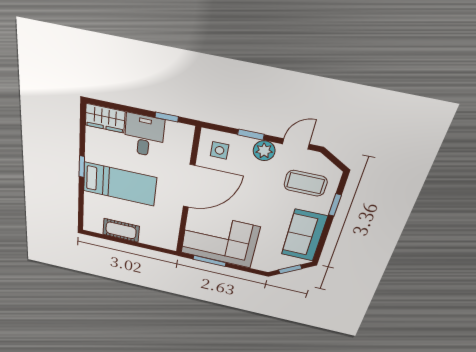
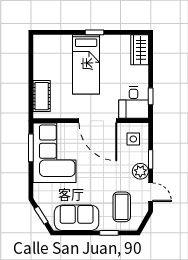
desk: (144, 135) -> (134, 102), moved, turned 90
cot: (121, 230) -> (42, 96), moved

